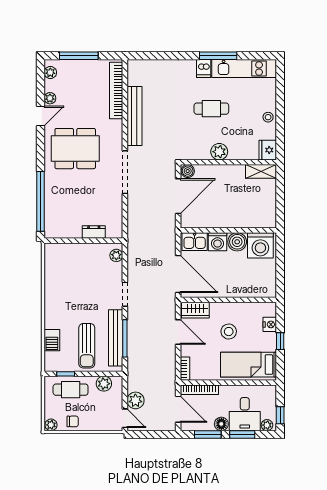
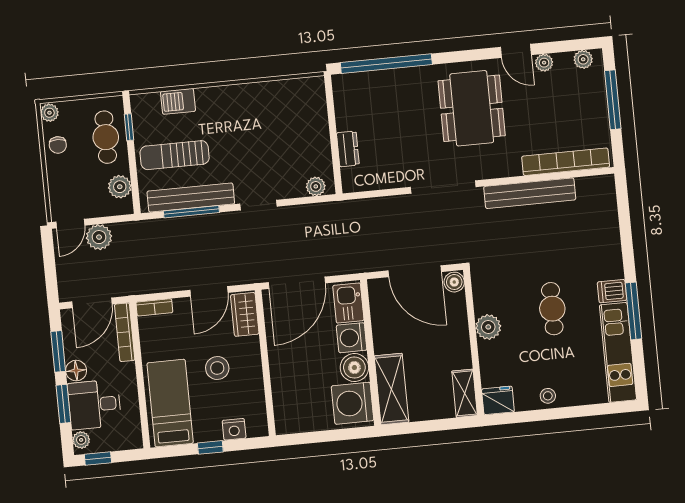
shelving: (254, 219) -> (391, 389), added

